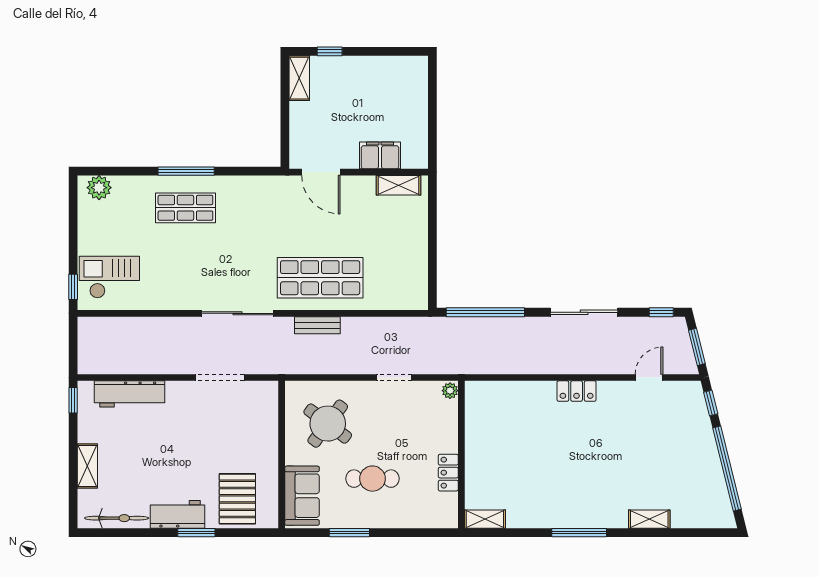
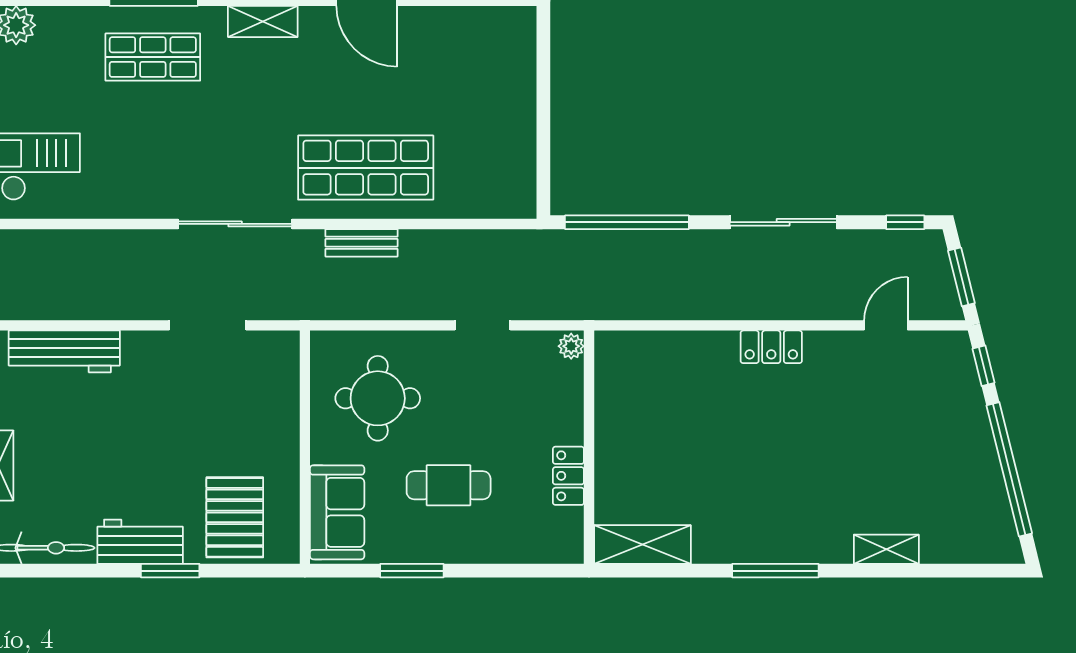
shelving: (399, 185) -> (263, 21), moved
round table: (328, 424) -> (378, 398), turned -37
shelving: (485, 519) -> (643, 545), width x1.50, depth x1.33

